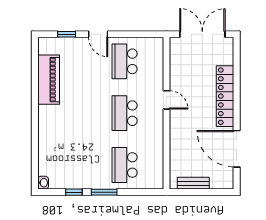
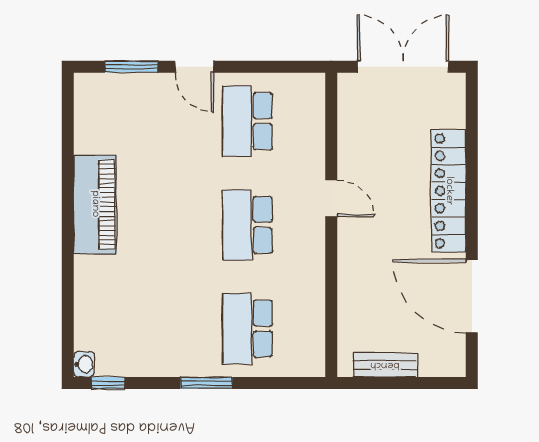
window: (67, 34) -> (131, 67), width x1.50
piano: (49, 80) -> (95, 204), moved
window: (74, 192) -> (108, 383), moved

